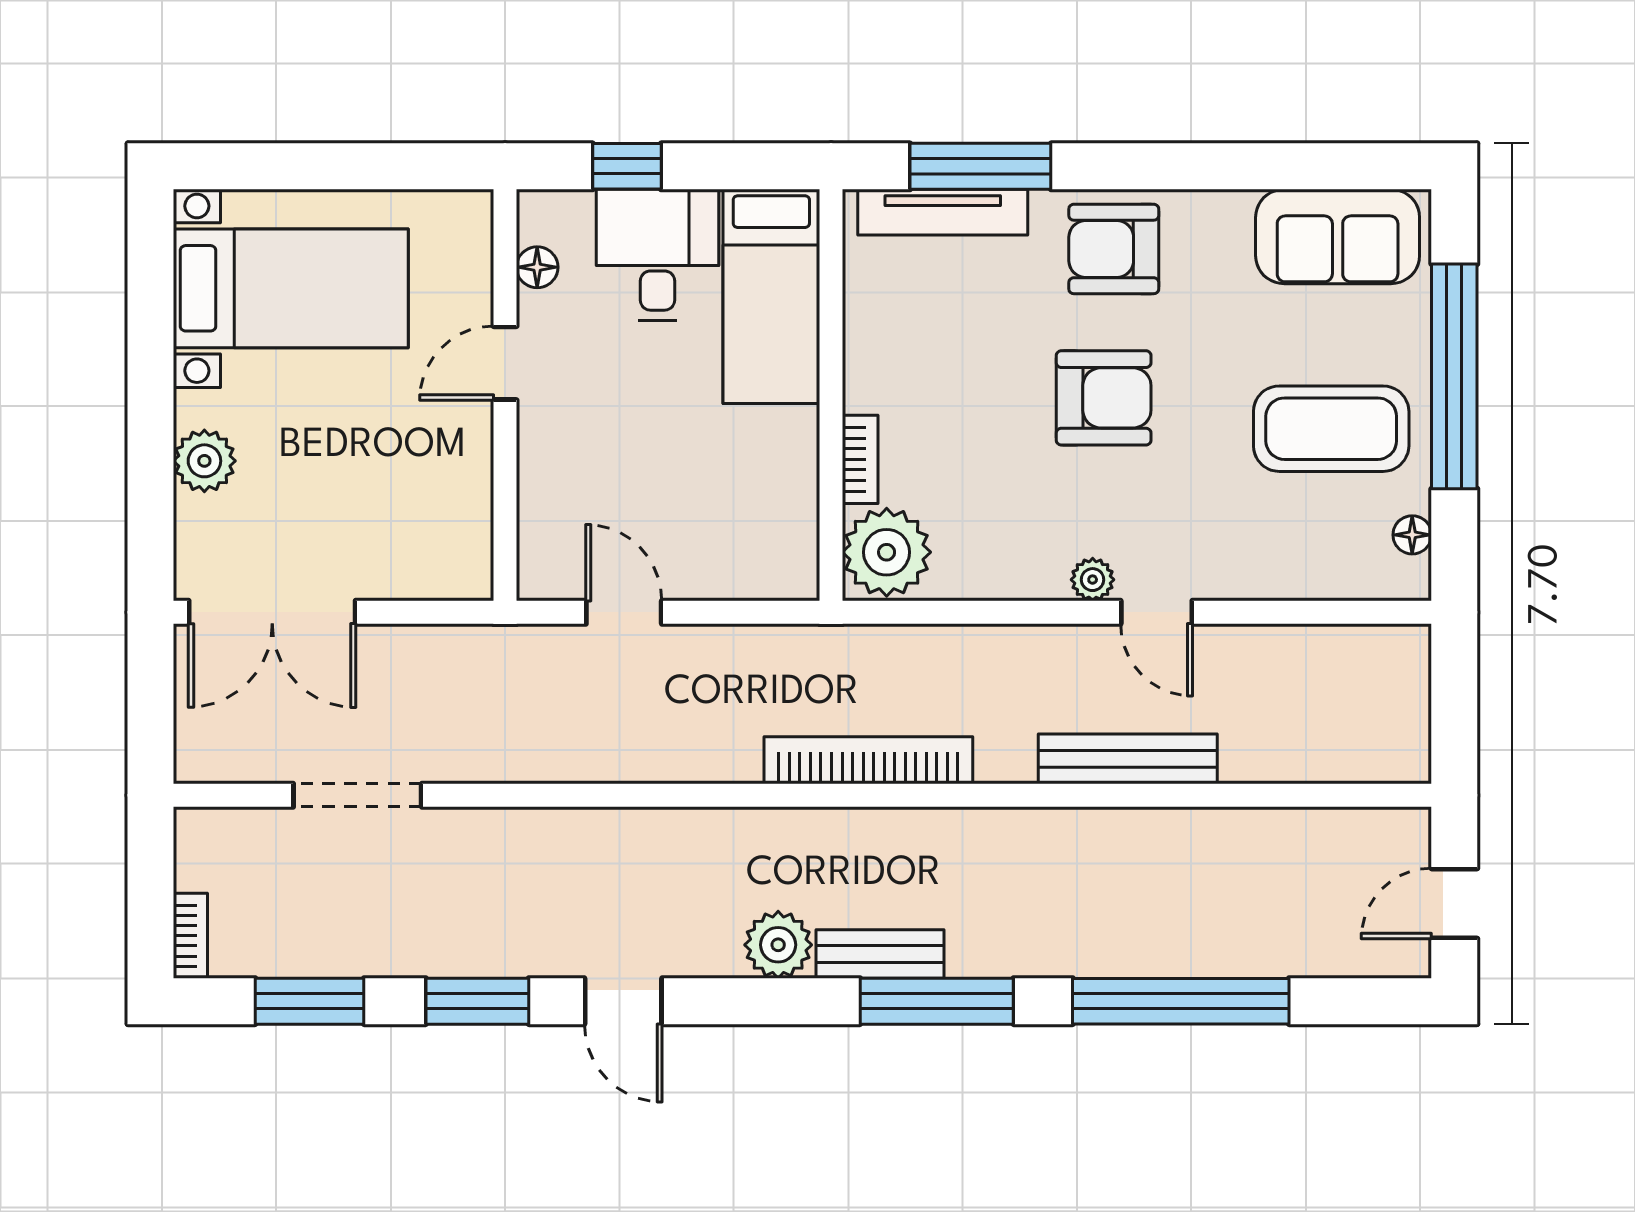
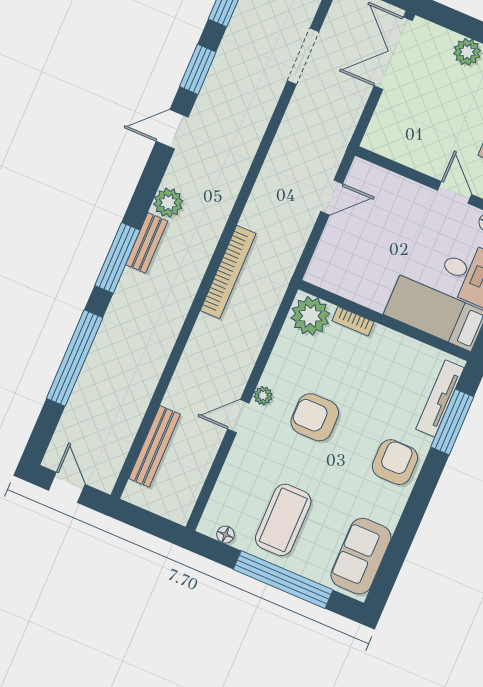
armchair: (1104, 398) -> (315, 417), moved, turned 90
bench: (1128, 759) -> (154, 446), moved

